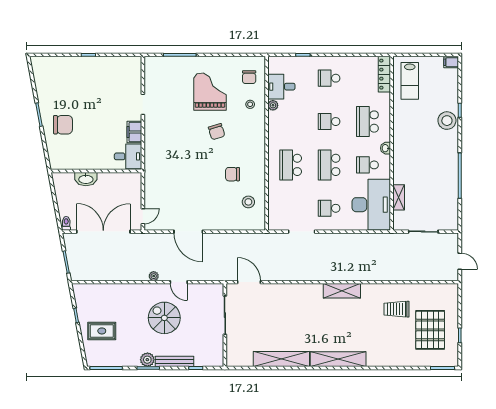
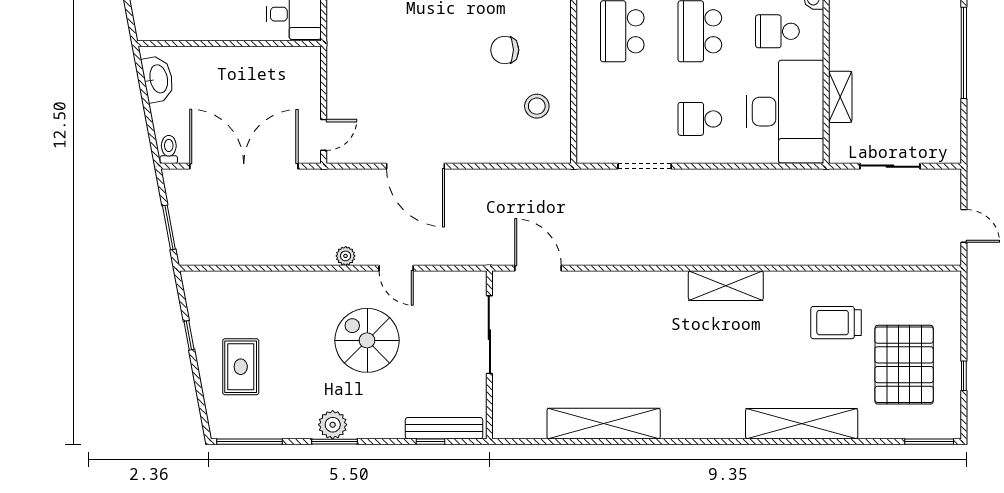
washbasin: (86, 179) -> (158, 79), moved, turned -100
rug: (102, 331) -> (241, 367), turned 90
shelving: (338, 359) -> (802, 424), moved
bench: (174, 361) -> (444, 428), moved

